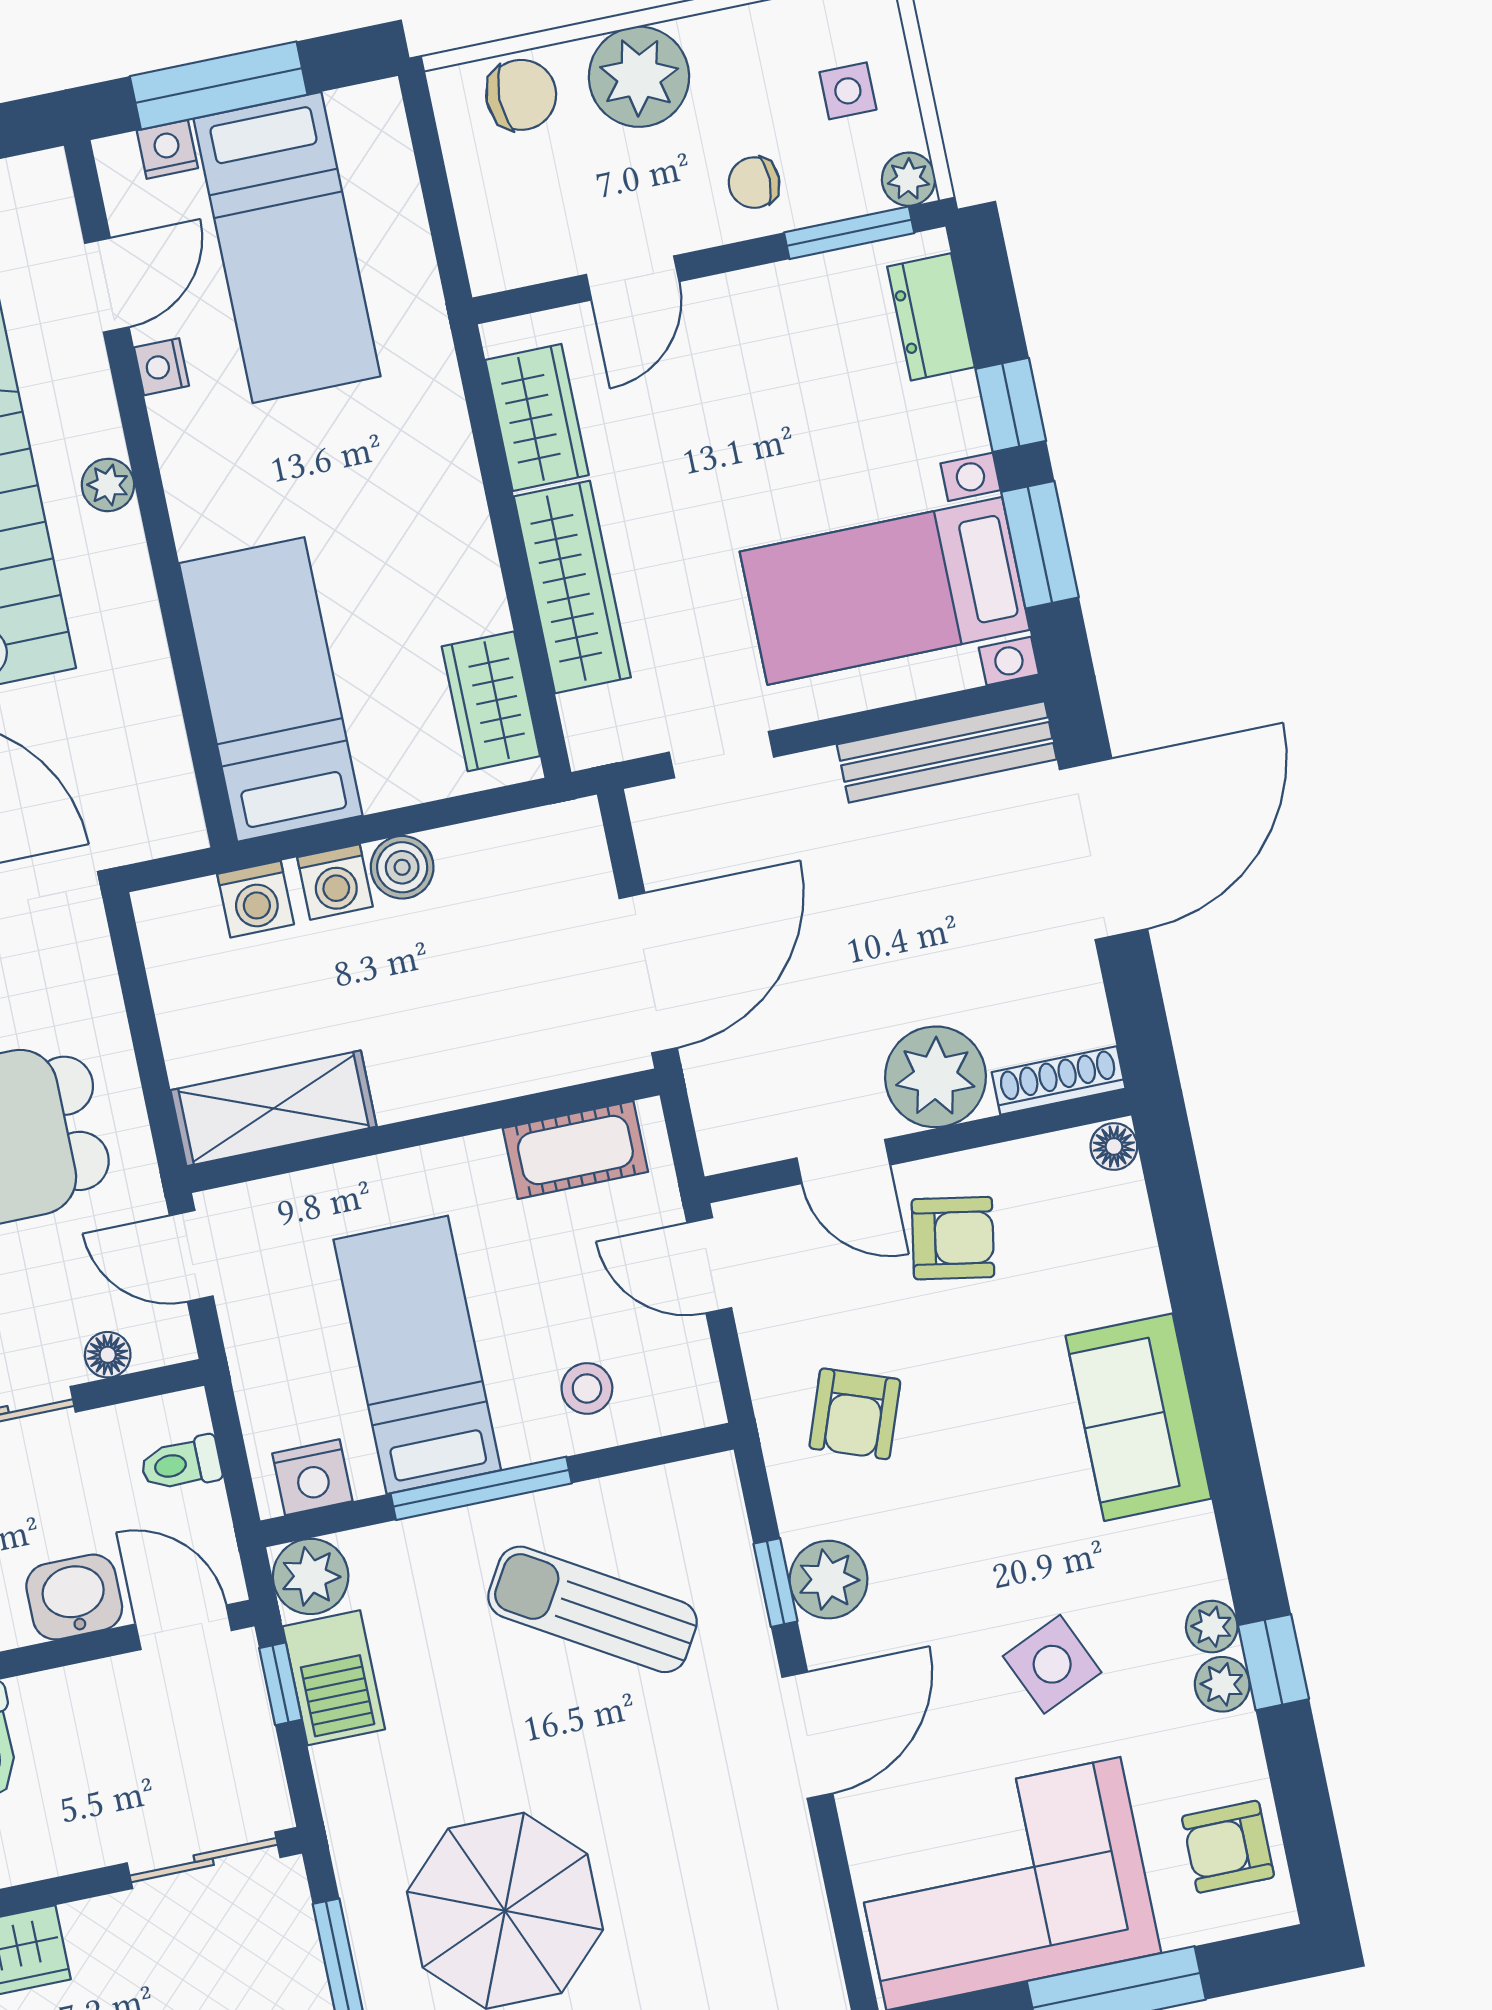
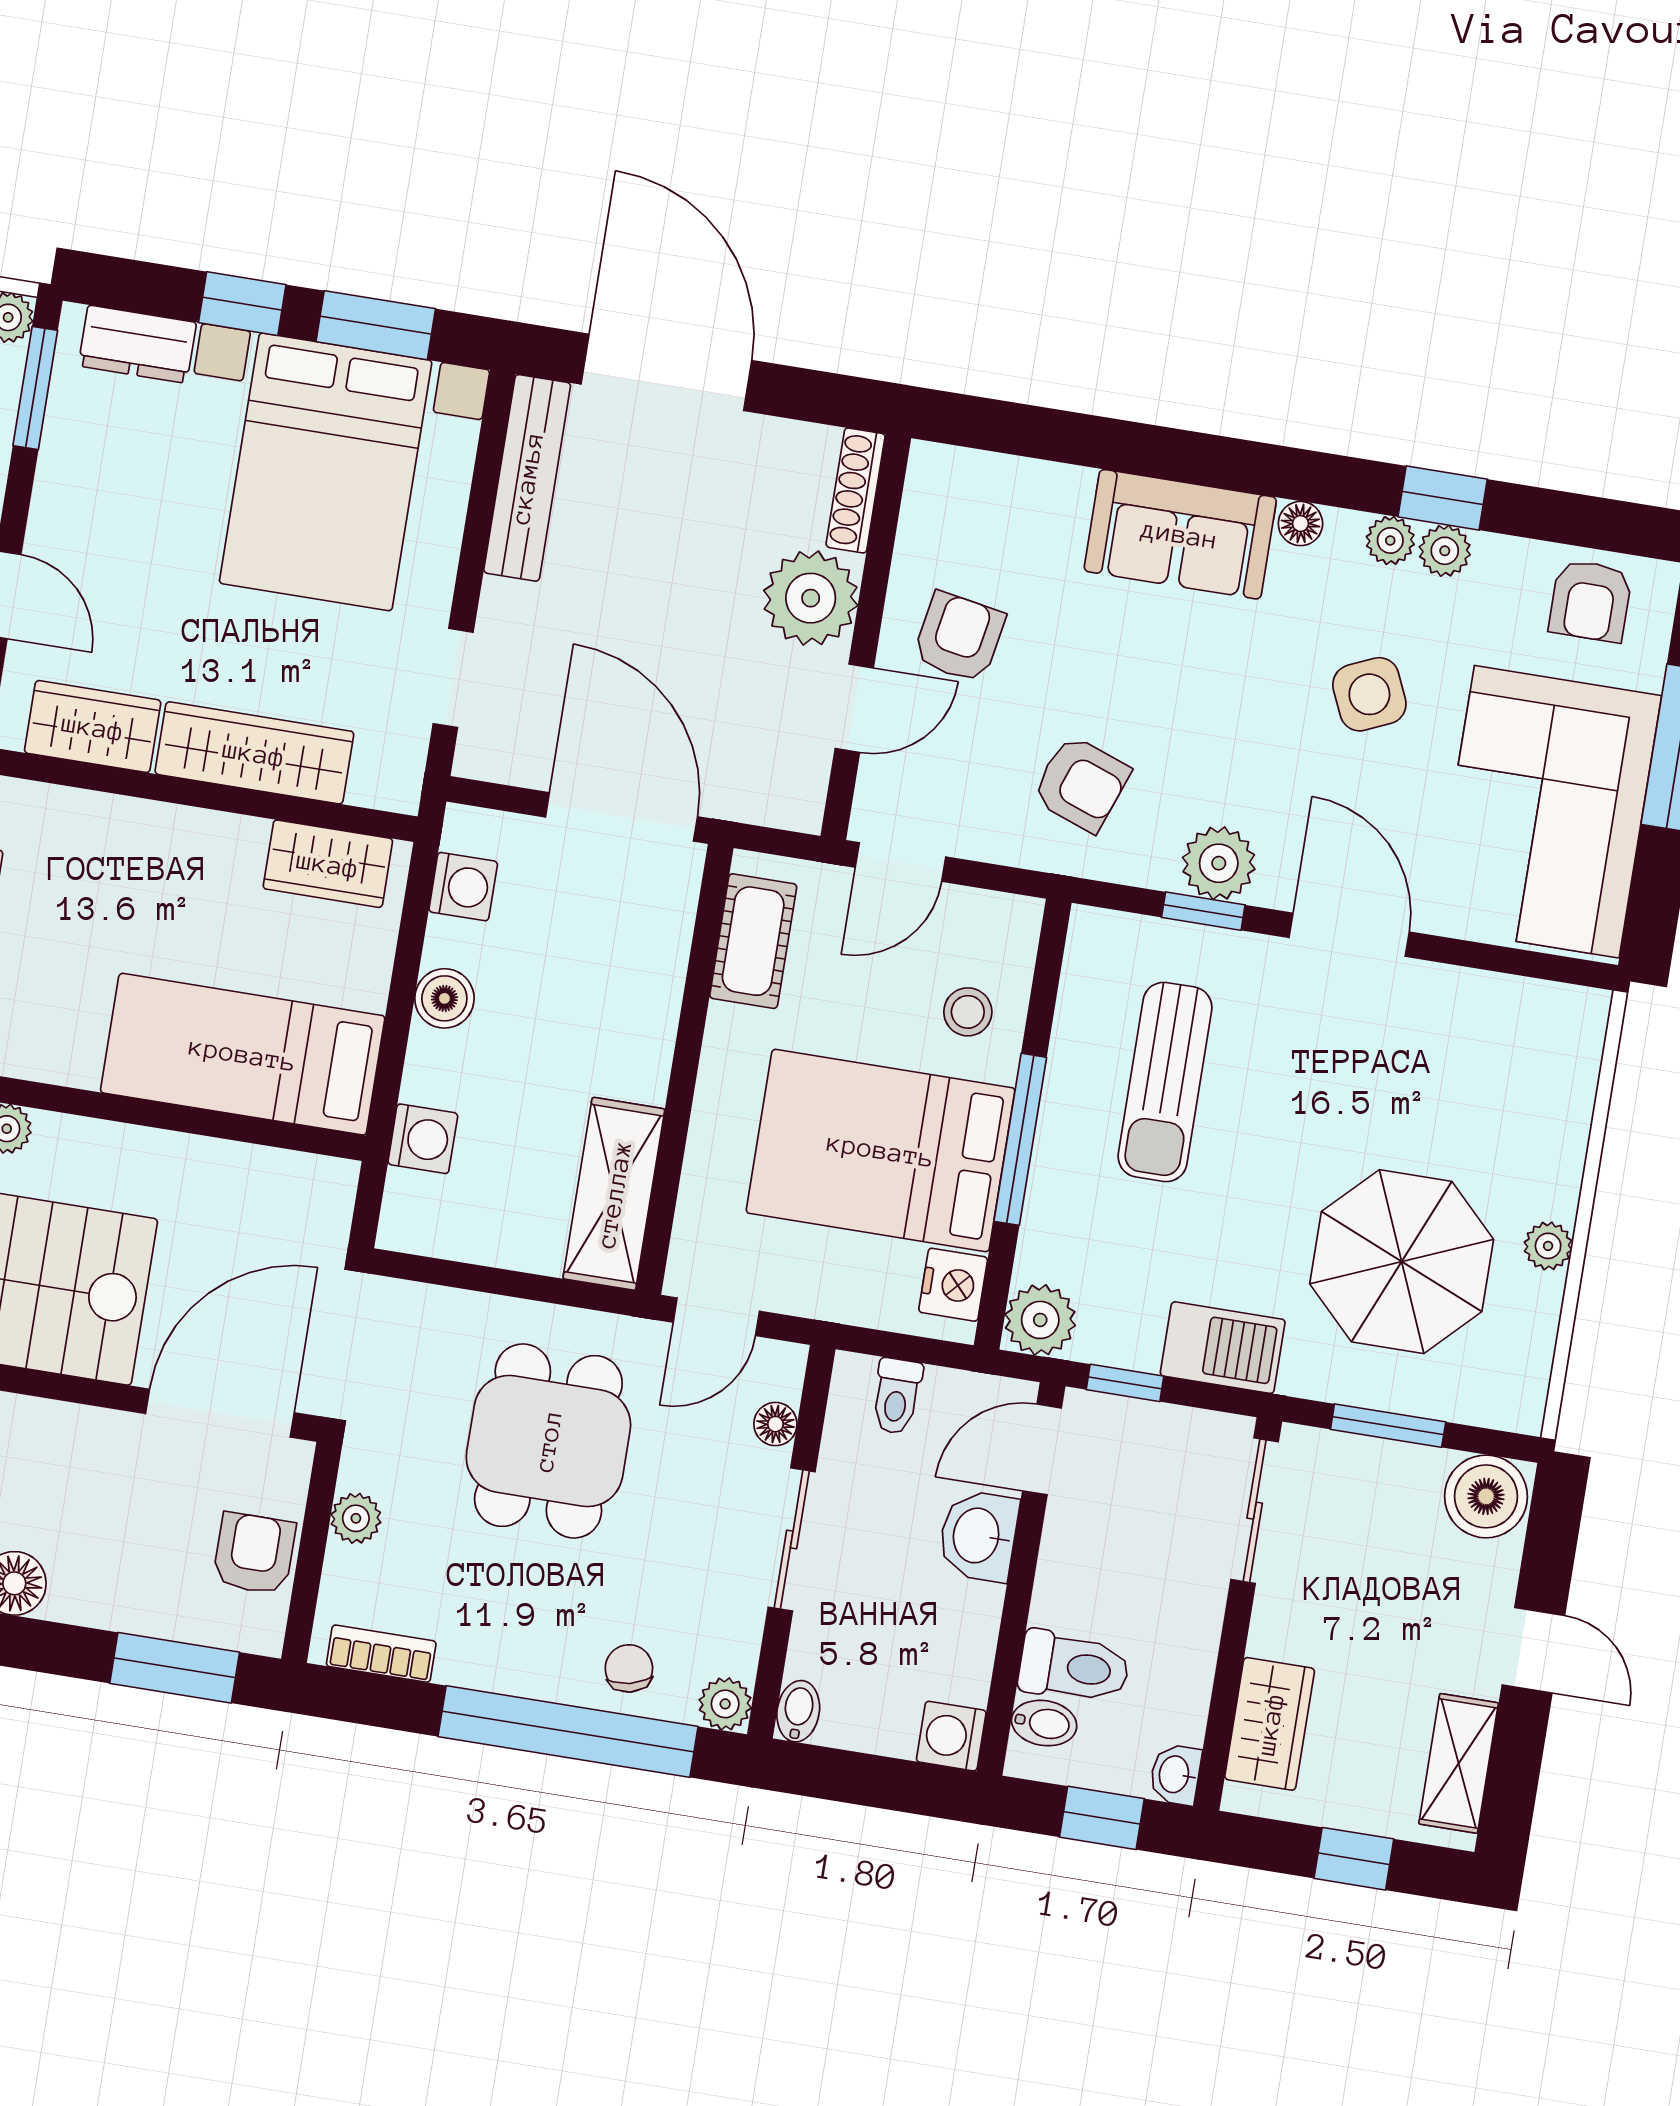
bed with nightstands: (885, 591) -> (326, 472), width x1.36
washing machine: (335, 882) -> (463, 887), moved
floor lamp: (1114, 1146) -> (1300, 524), moved
bed: (417, 1355) -> (881, 1150), width x1.50
sun lounger: (592, 1609) -> (1165, 1082), turned -31
barbecue: (334, 1678) -> (1223, 1348), moved

